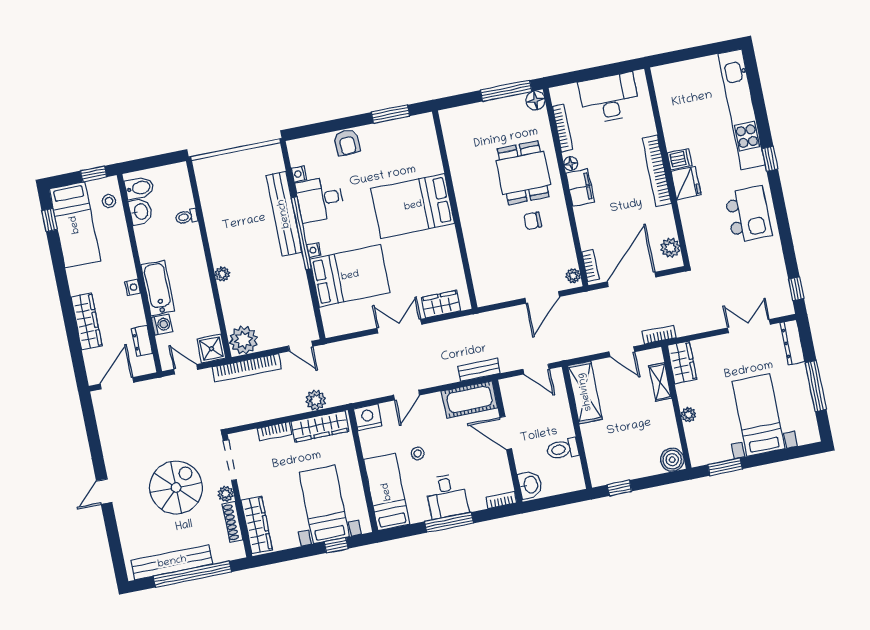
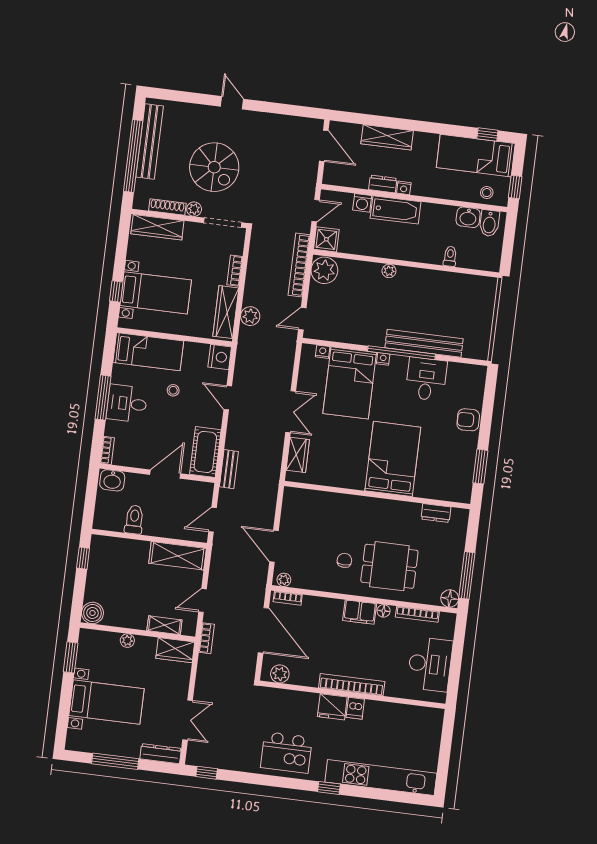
dresser: (453, 144) -> (436, 513), added
nightstand: (299, 174) -> (323, 352), moved
dresser: (142, 341) -> (383, 184), moved

